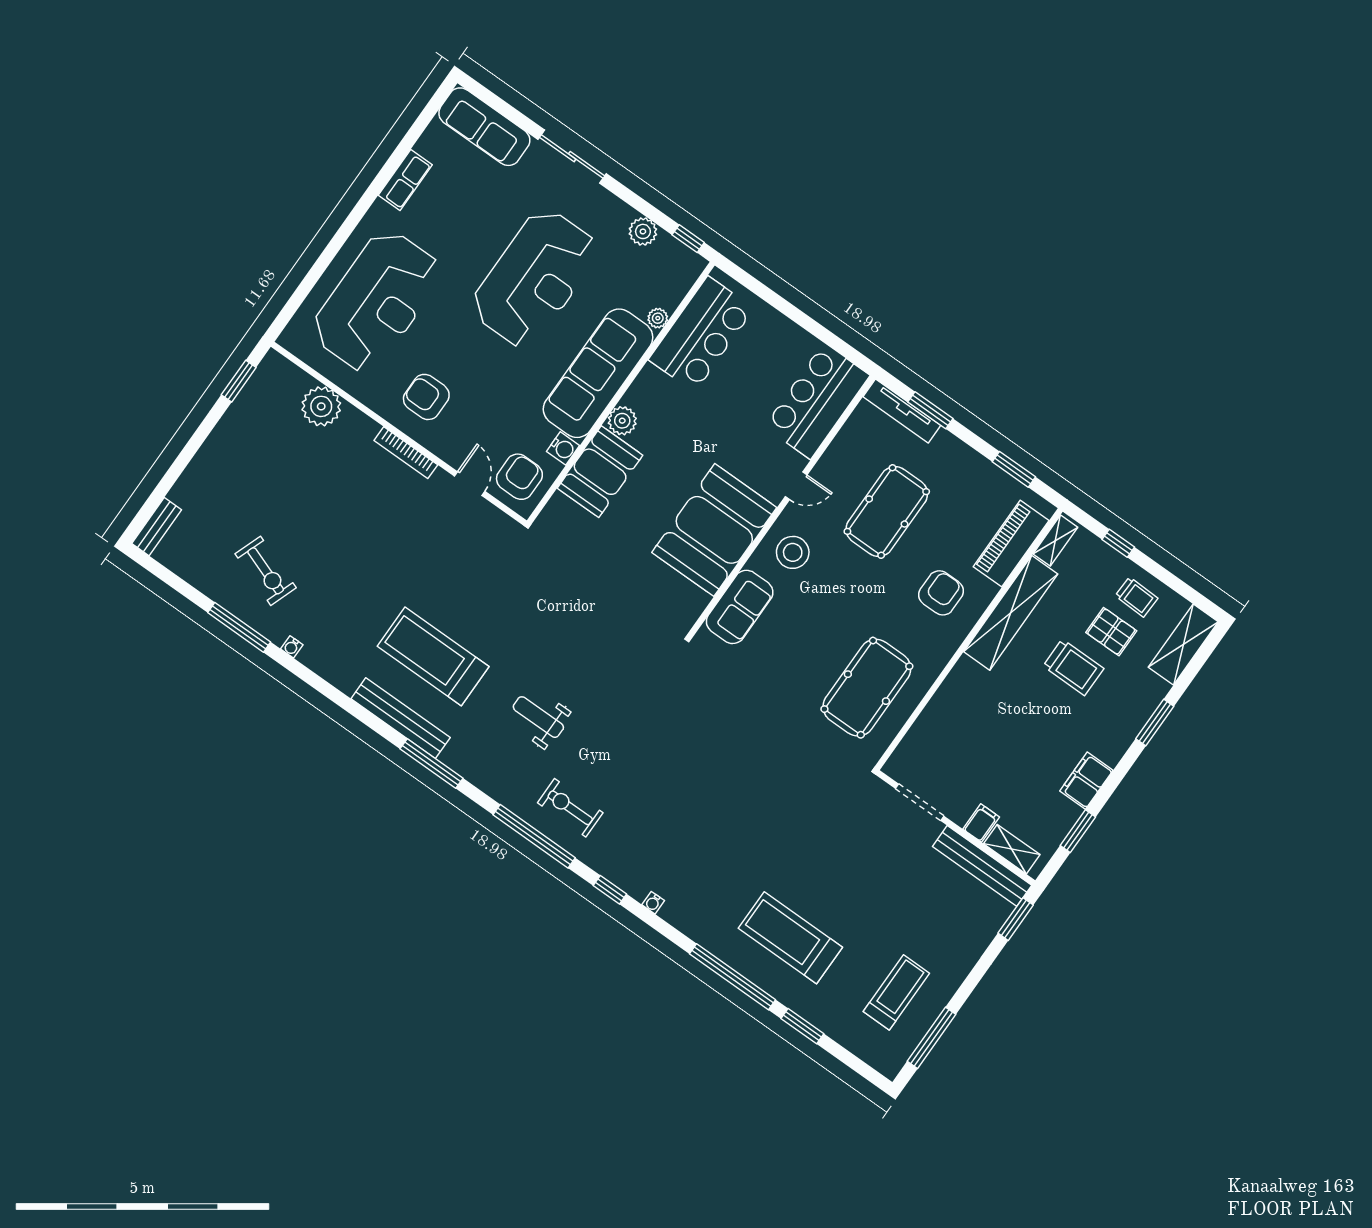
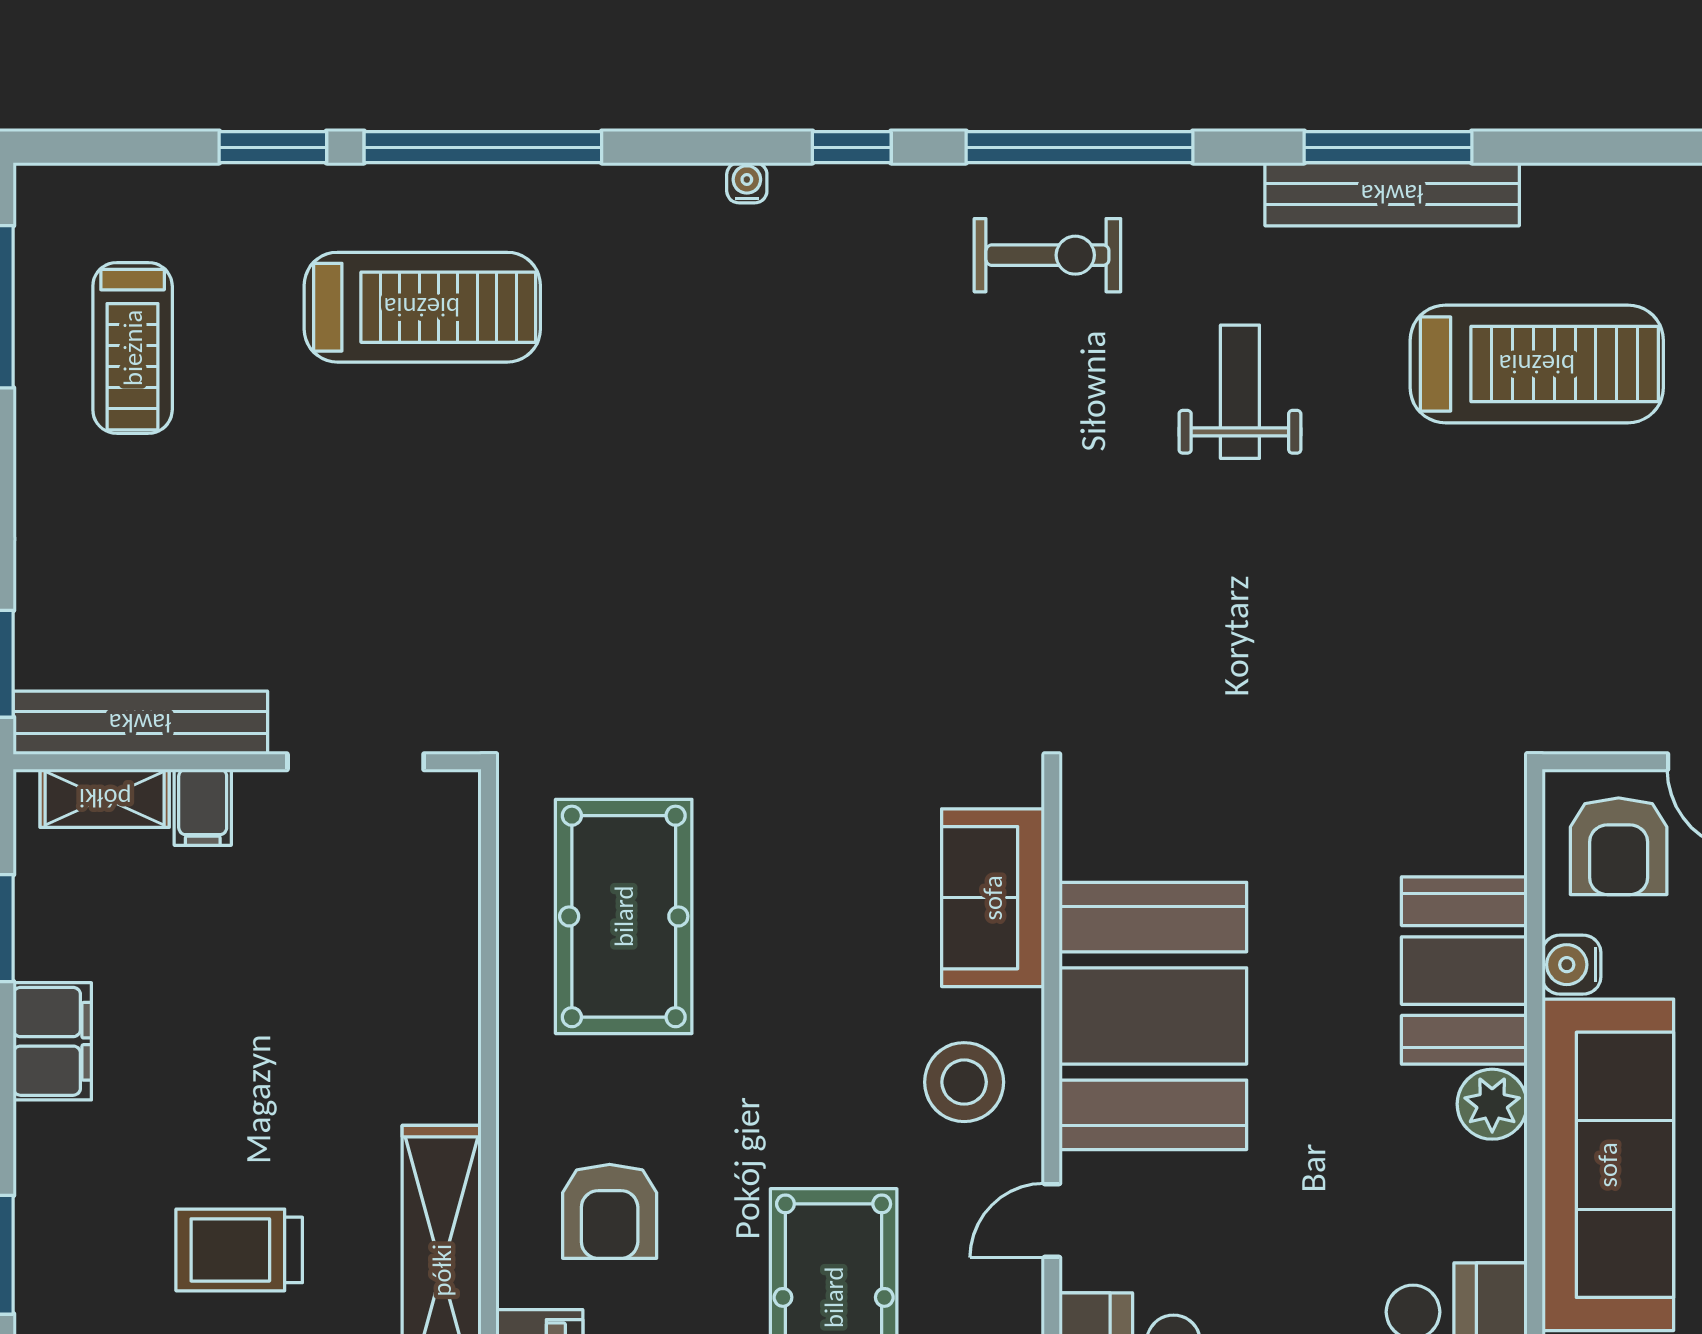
weight bench: (538, 717) -> (1240, 392), turned -90
bench: (401, 718) -> (1392, 194), moved

